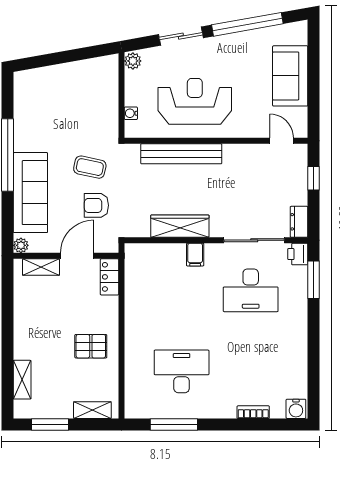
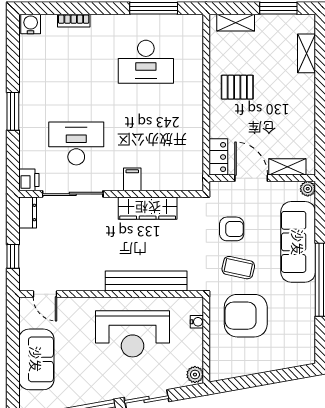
armchair: (82, 119) -> (246, 316), added
door: (77, 256) -> (251, 178), swing flipped
window: (314, 280) -> (13, 111), moved

